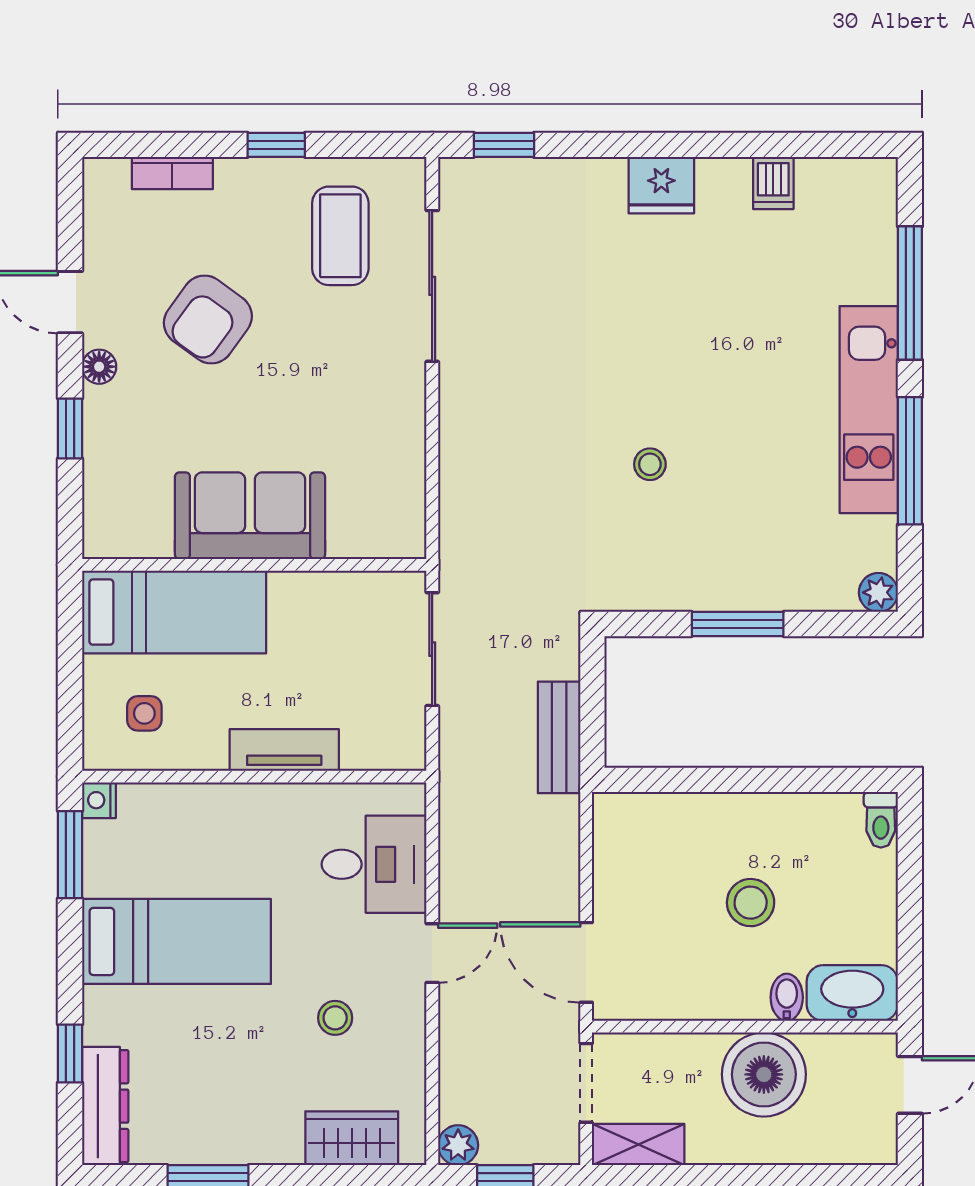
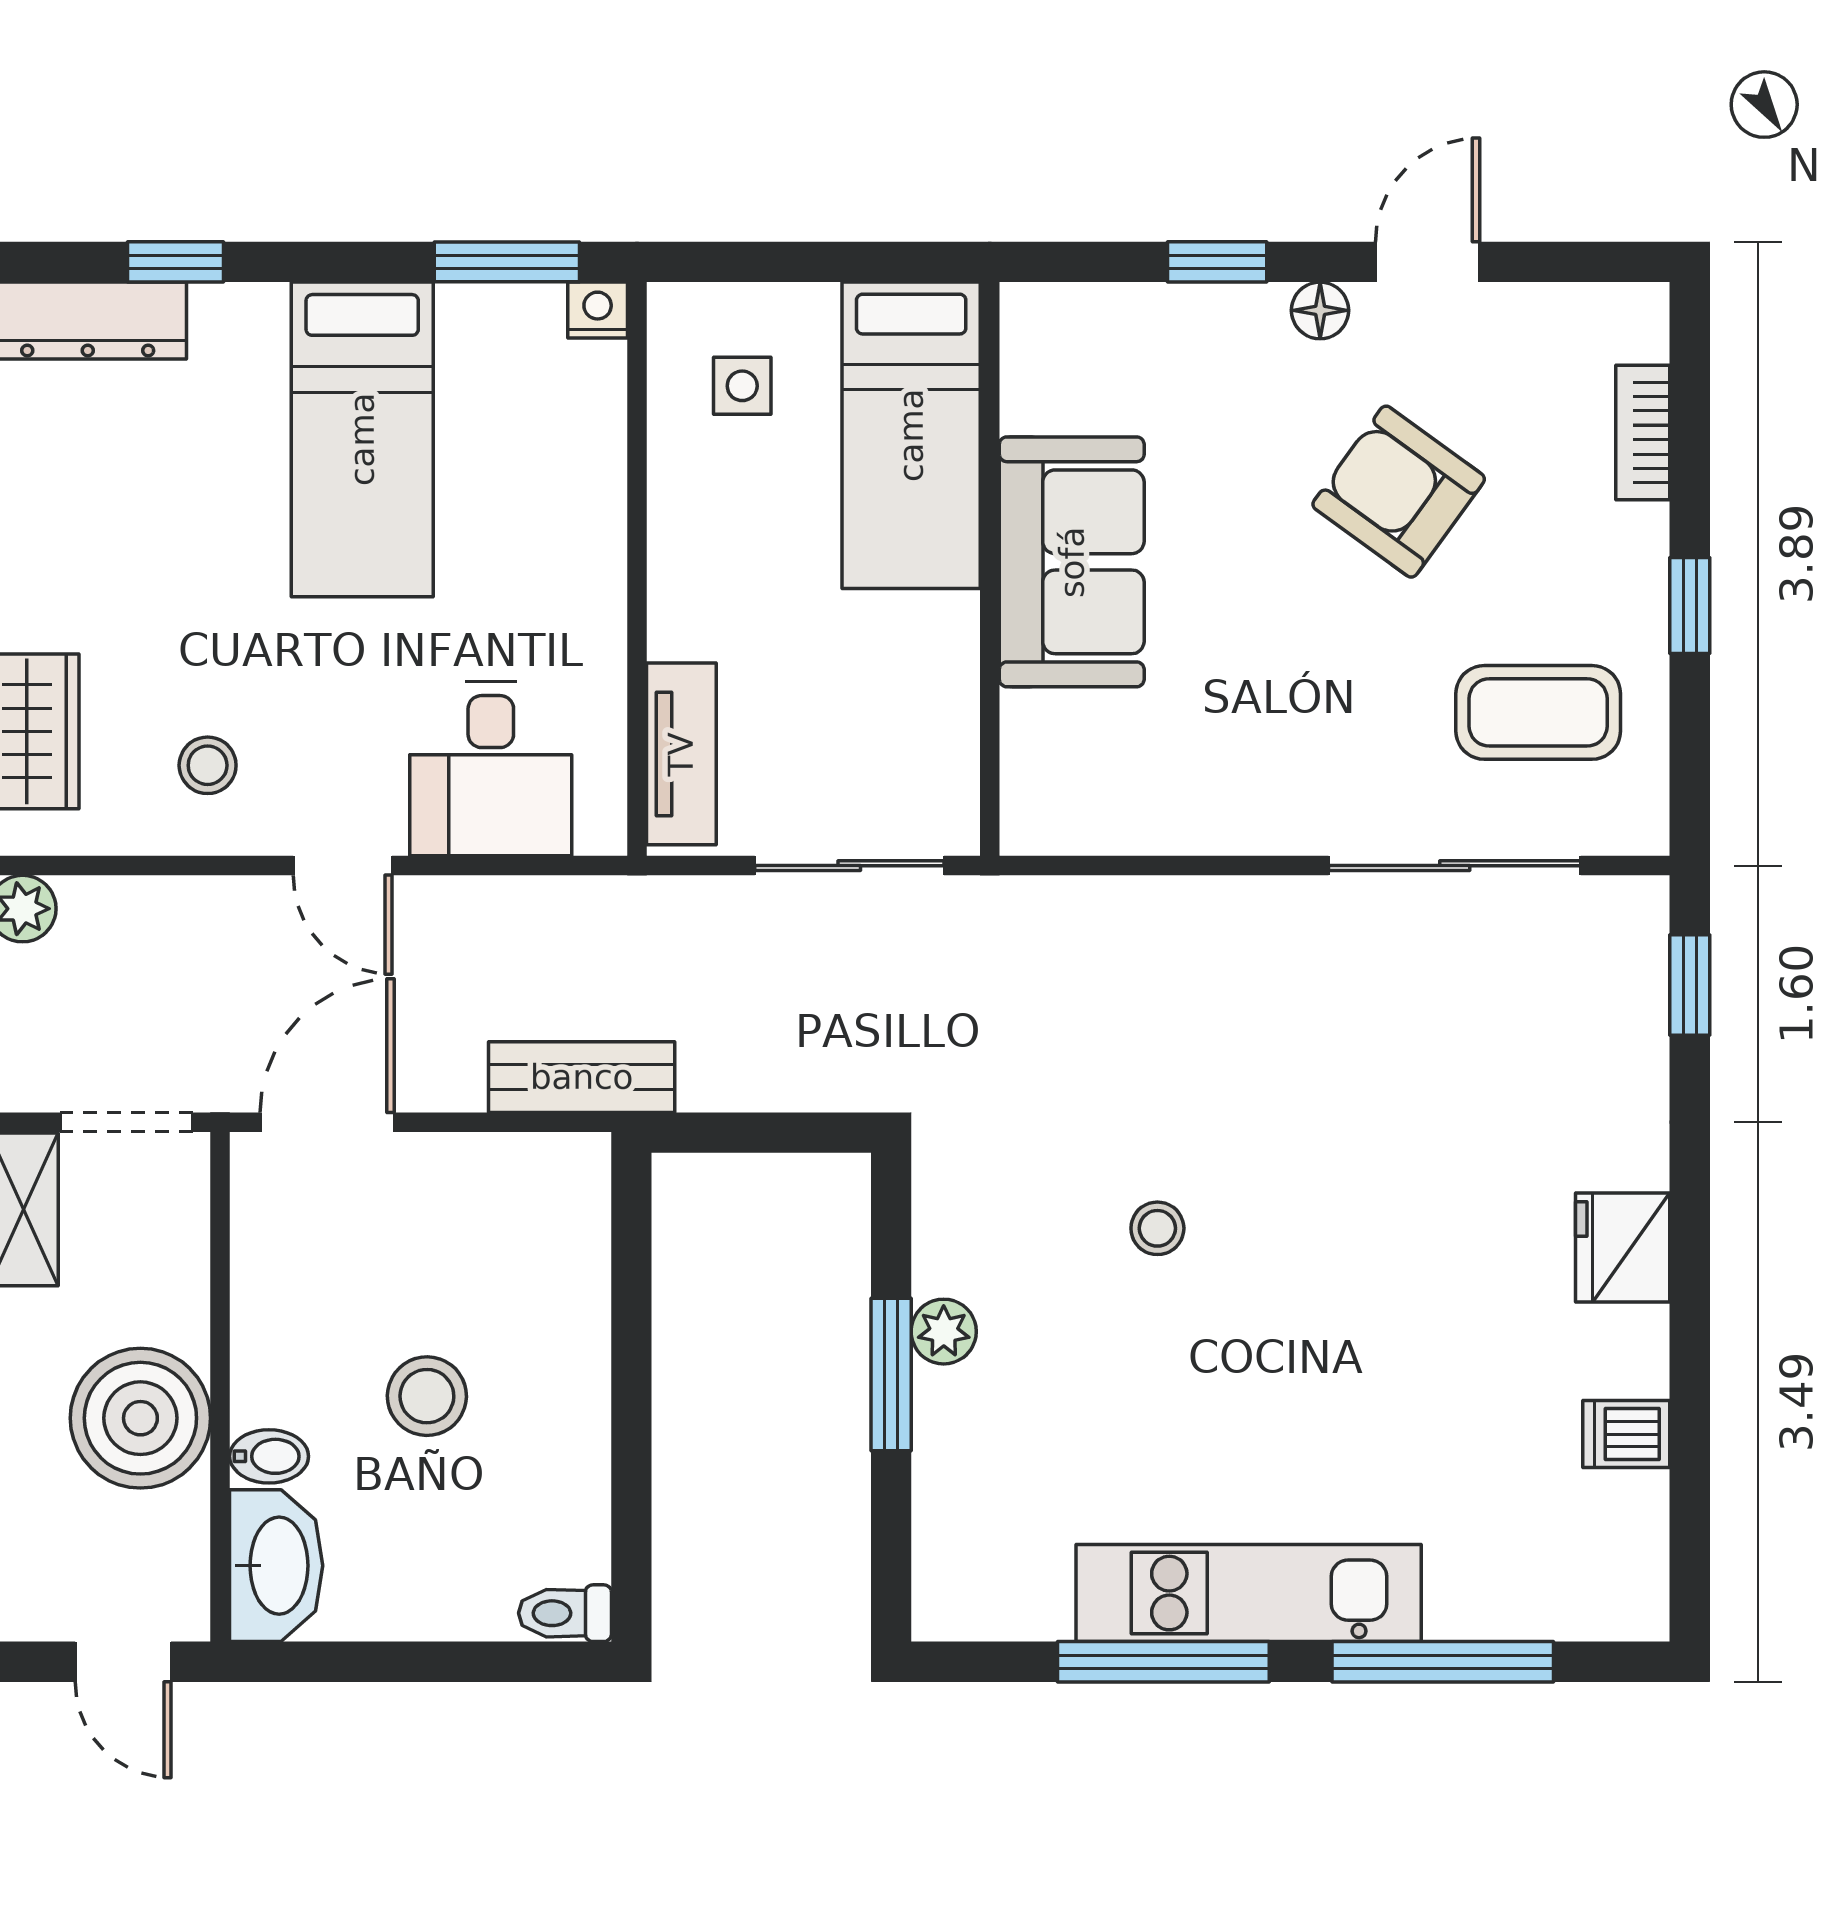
plant: (878, 592) -> (944, 1332), moved
bench: (559, 737) -> (582, 1077), moved
tv unit: (284, 750) -> (681, 754), moved
stool: (335, 1018) -> (208, 765), moved

